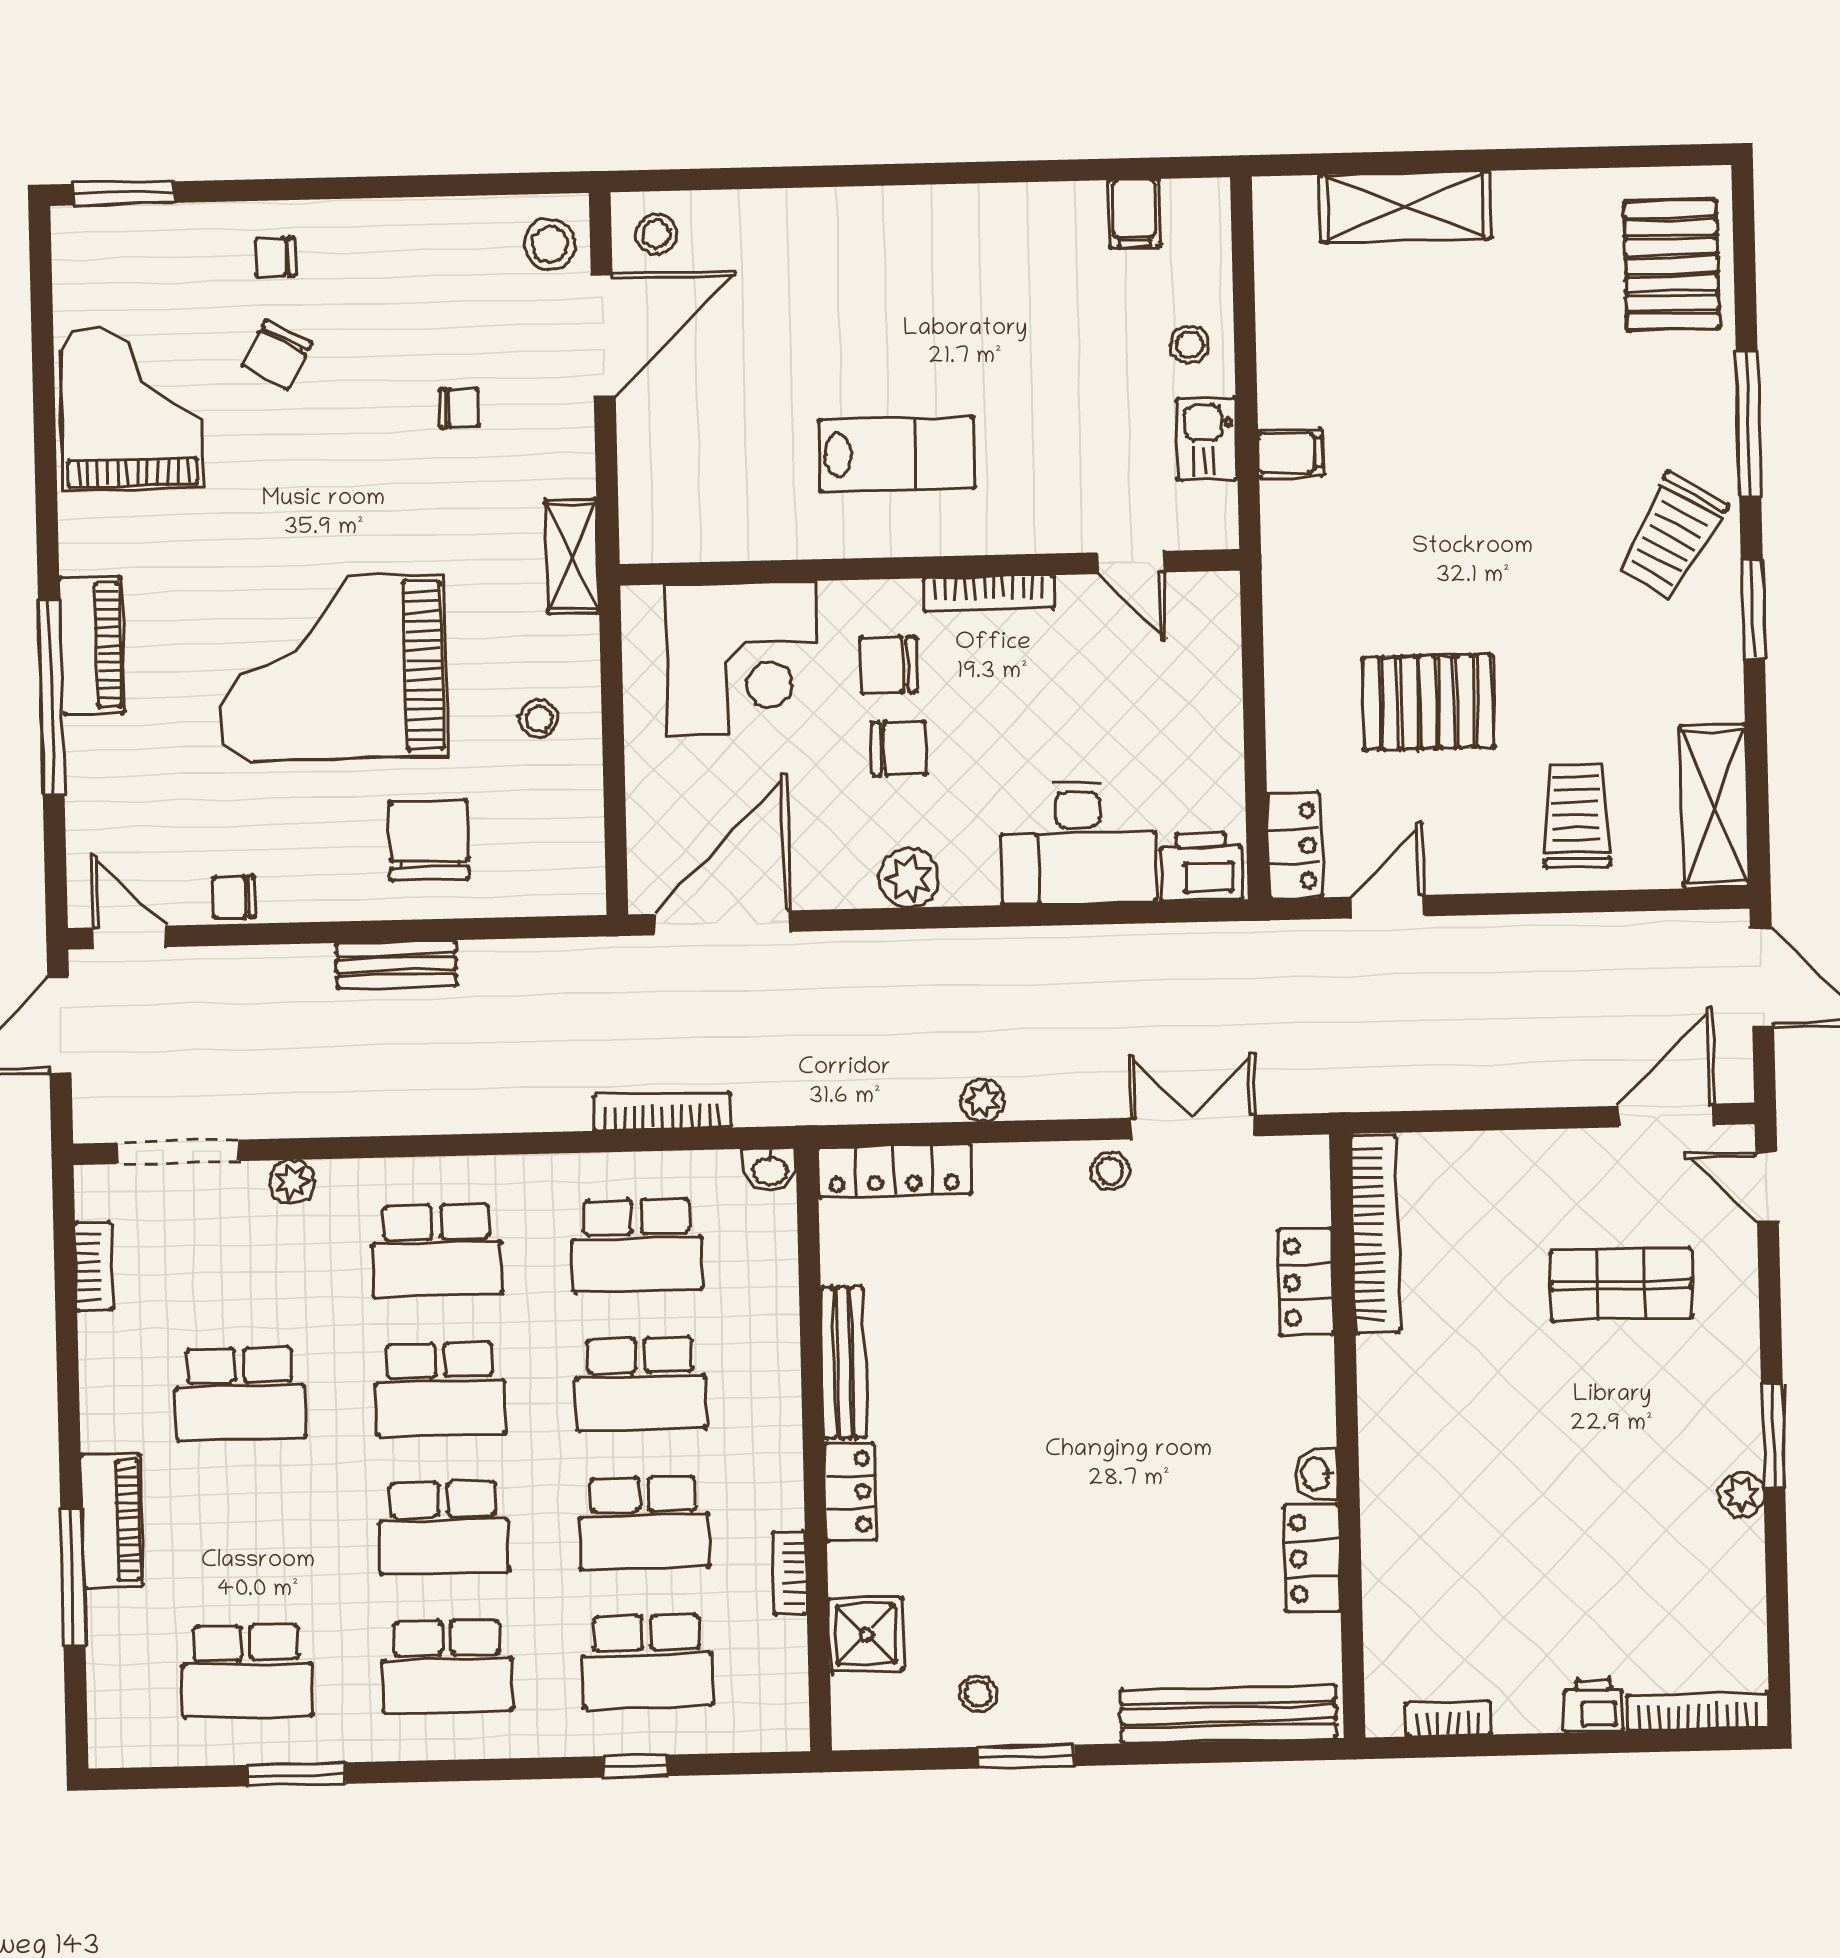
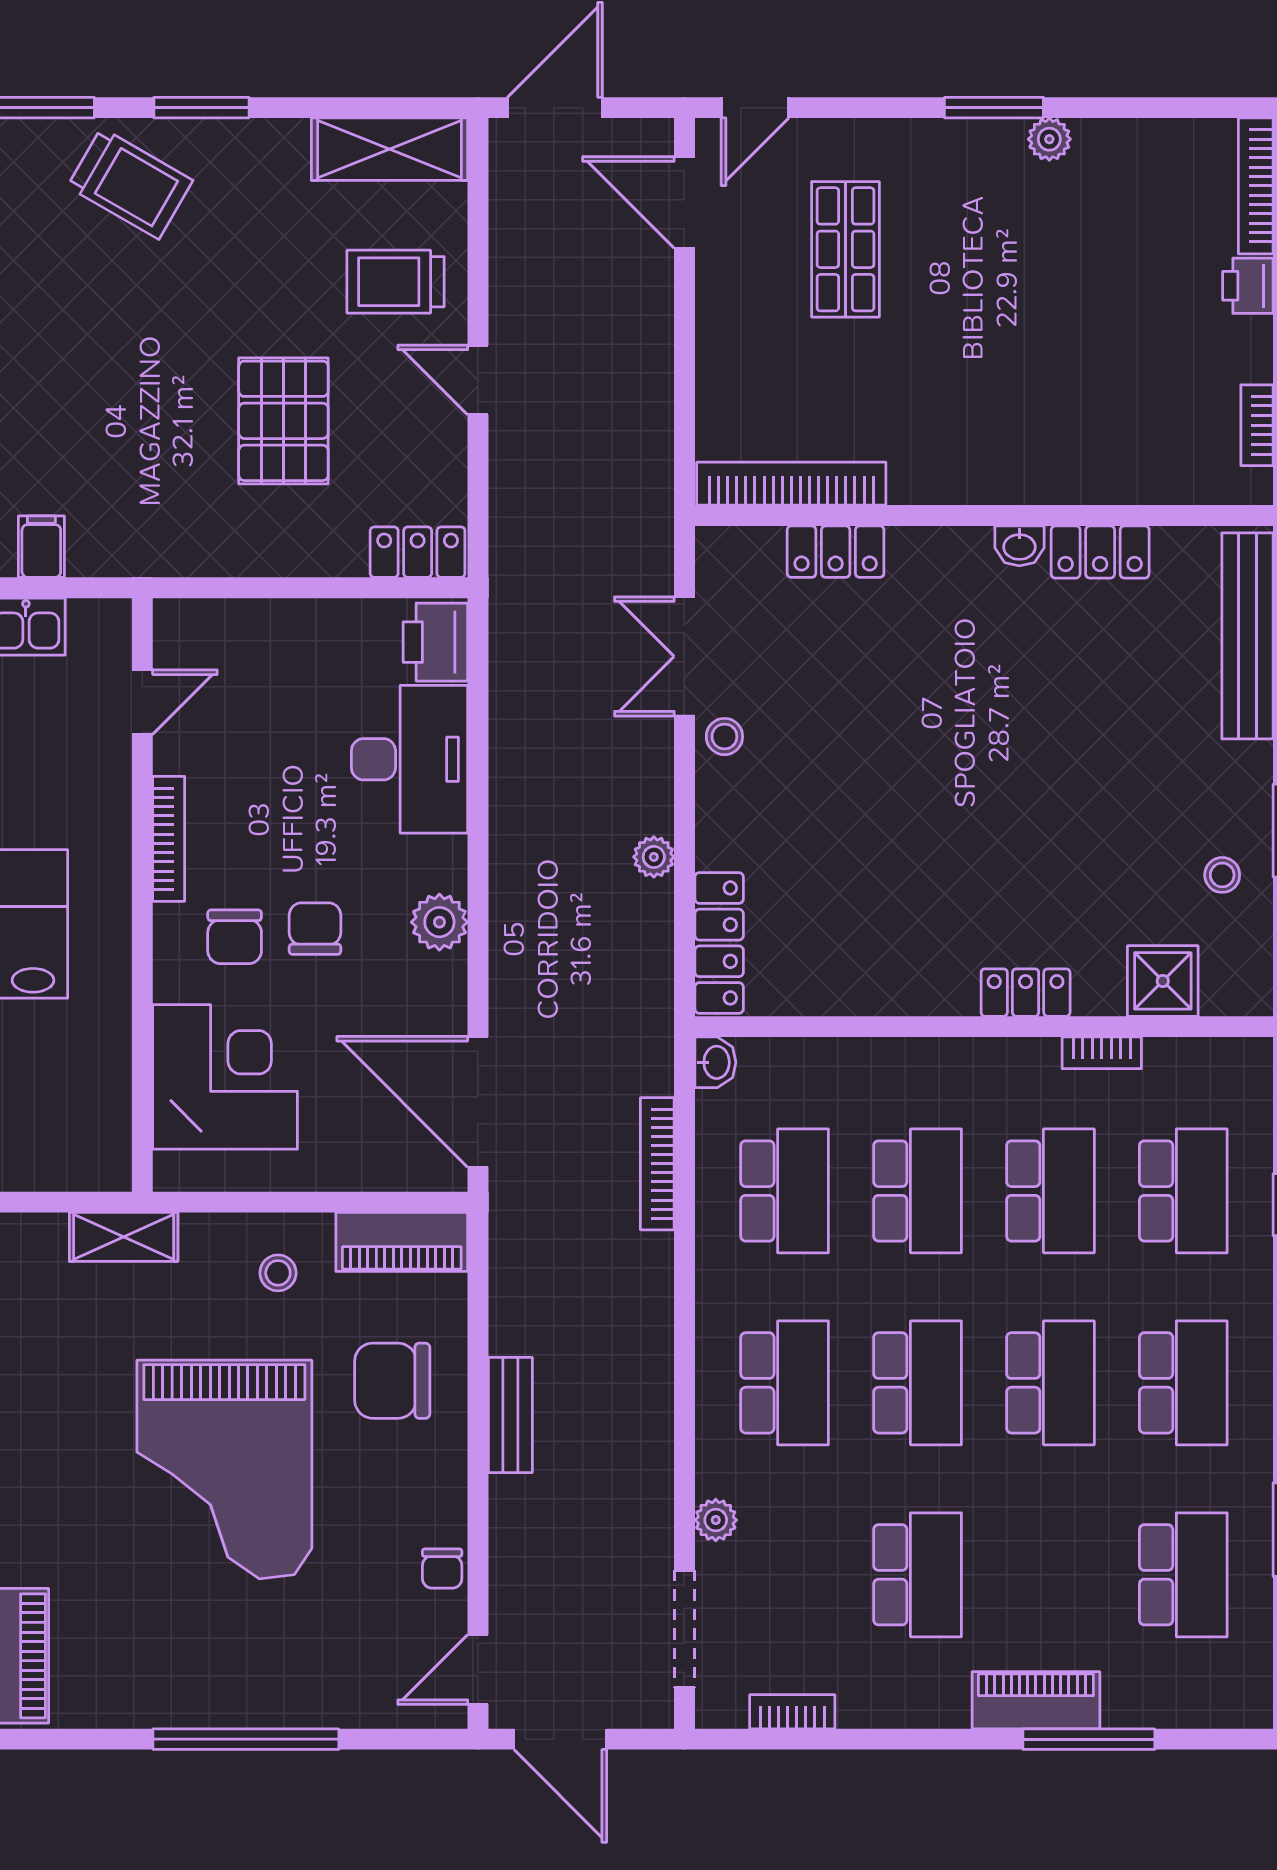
piano: (92, 645) -> (402, 1242), moved, turned 180
door: (1388, 907) -> (478, 380), moved
bench: (844, 1363) -> (902, 996), removed

